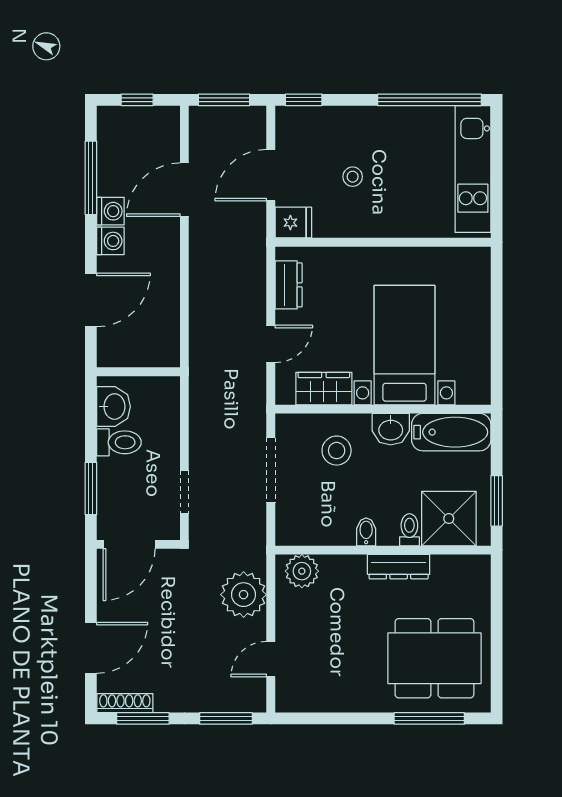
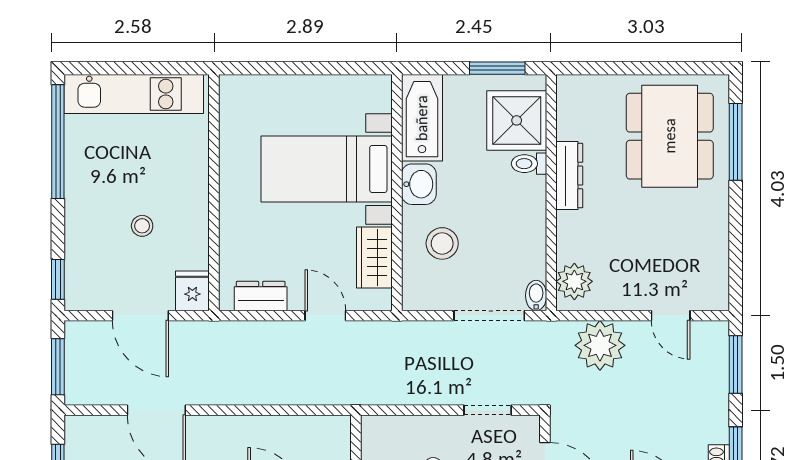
doorway: (271, 470) -> (489, 316), moved
bidet: (366, 532) -> (536, 296), moved, turned 90

